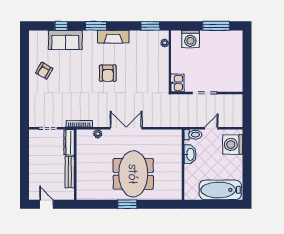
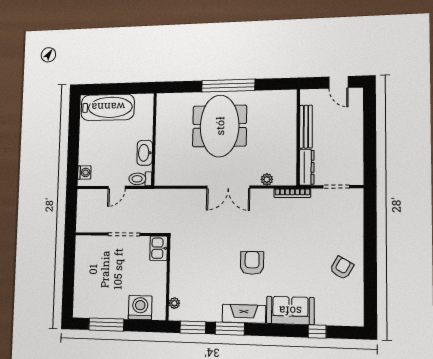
window: (96, 26) -> (230, 329), moved
sofa: (65, 40) -> (290, 311), moved
washing machine: (233, 144) -> (84, 172), width x0.53, depth x0.53
window: (127, 204) -> (228, 86), width x2.11

